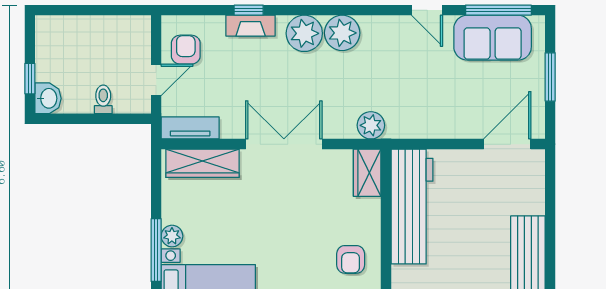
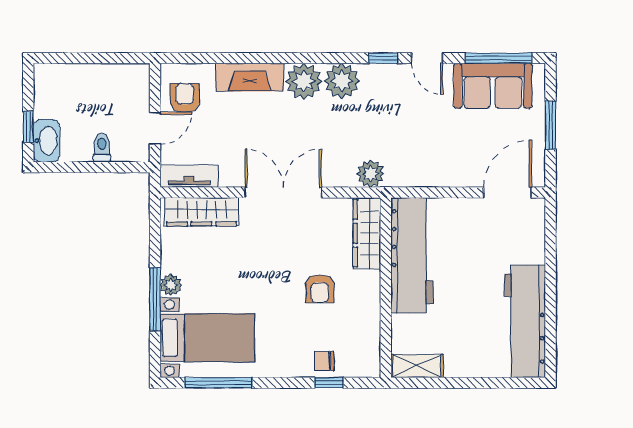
window: (249, 10) -> (383, 58), moved
fireplace: (251, 26) -> (250, 77), width x1.37, depth x1.32
washbasin: (48, 98) -> (46, 141), width x1.38
wardrobe: (367, 173) -> (367, 233), width x1.50
armchair: (351, 259) -> (320, 289), moved

